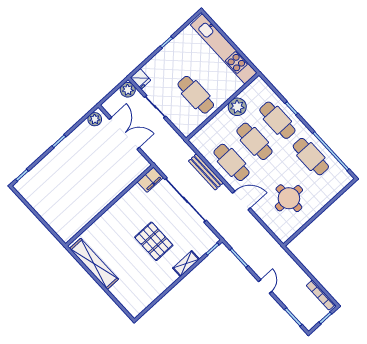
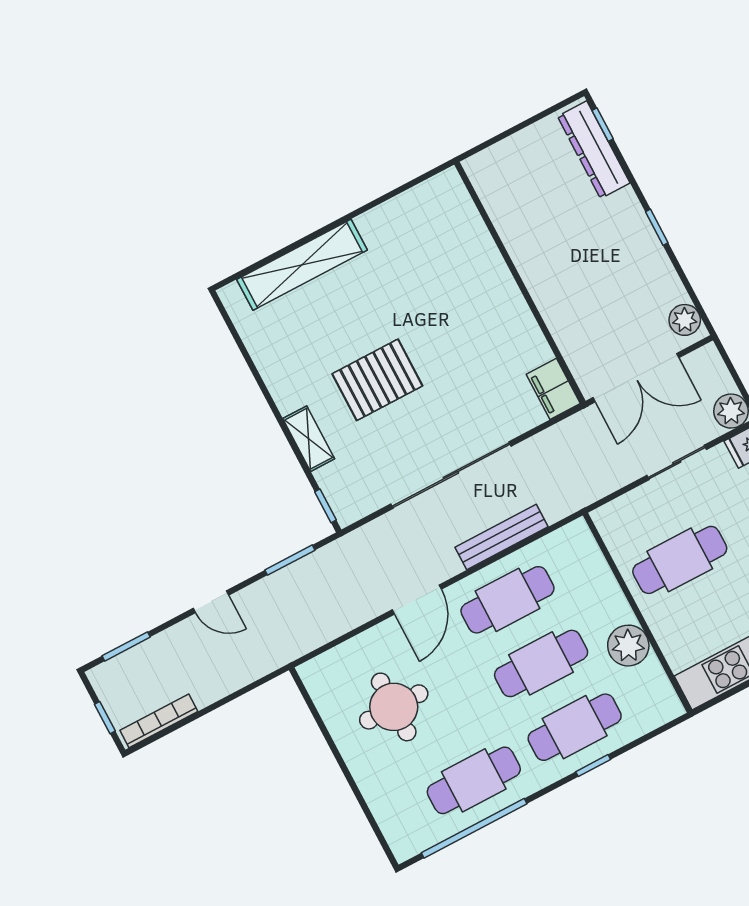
dresser: (34, 176) -> (594, 150), added
filing cabinet: (150, 180) -> (553, 389), moved
wall: (109, 205) -> (520, 283), moved
shelving: (94, 264) -> (302, 265), moved

